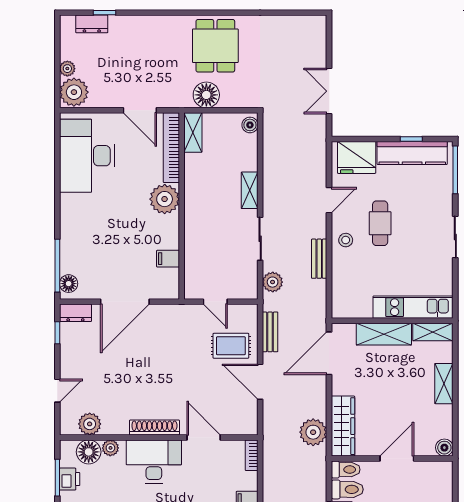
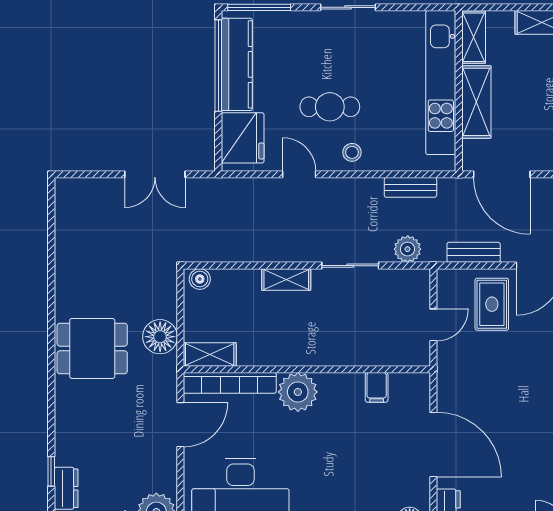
dining table: (215, 46) -> (92, 348), moved
window: (411, 139) -> (218, 66), width x3.17
bench: (319, 259) -> (410, 187), moved
kitchen unit: (413, 307) -> (441, 83), width x1.36

